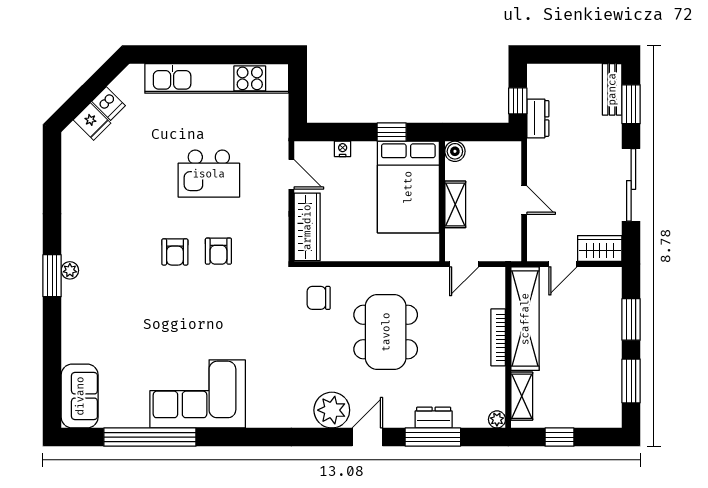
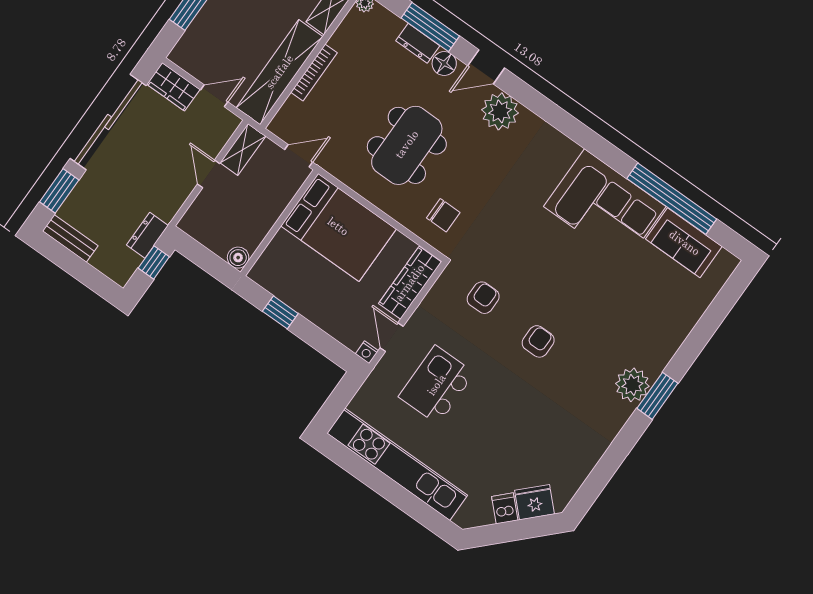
bench: (612, 89) -> (70, 238), moved, turned 90
fridge: (92, 122) -> (535, 502), width x1.38
nightstand: (343, 149) -> (367, 352), moved
kitchen island: (209, 174) -> (437, 385), moved, turned -90
sliding door: (631, 185) -> (108, 122), width x1.36
bed: (408, 187) -> (338, 227), moved, turned 90
shelving: (455, 204) -> (243, 149), moved
armchair: (218, 251) -> (483, 298), moved
plant: (70, 270) -> (632, 385), width x1.88, depth x1.88
sofa: (80, 396) -> (684, 243), moved, turned -90
floor lamp: (402, 416) -> (444, 63), added

